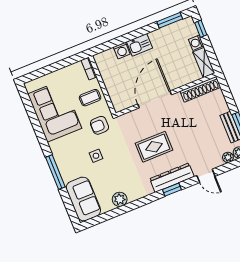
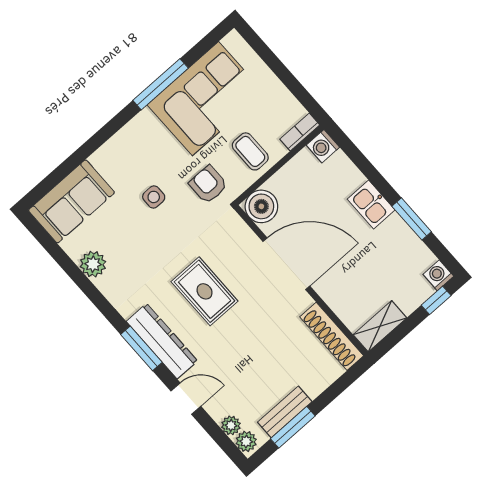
window: (170, 20) -> (412, 219), moved
washing machine: (196, 43) -> (438, 275), moved
washing machine: (122, 51) -> (323, 146), moved
boiler: (120, 102) -> (261, 206), added
window: (55, 172) -> (160, 84), moved
door: (206, 176) -> (186, 399), swing flipped
window: (172, 190) -> (141, 348), width x1.50

